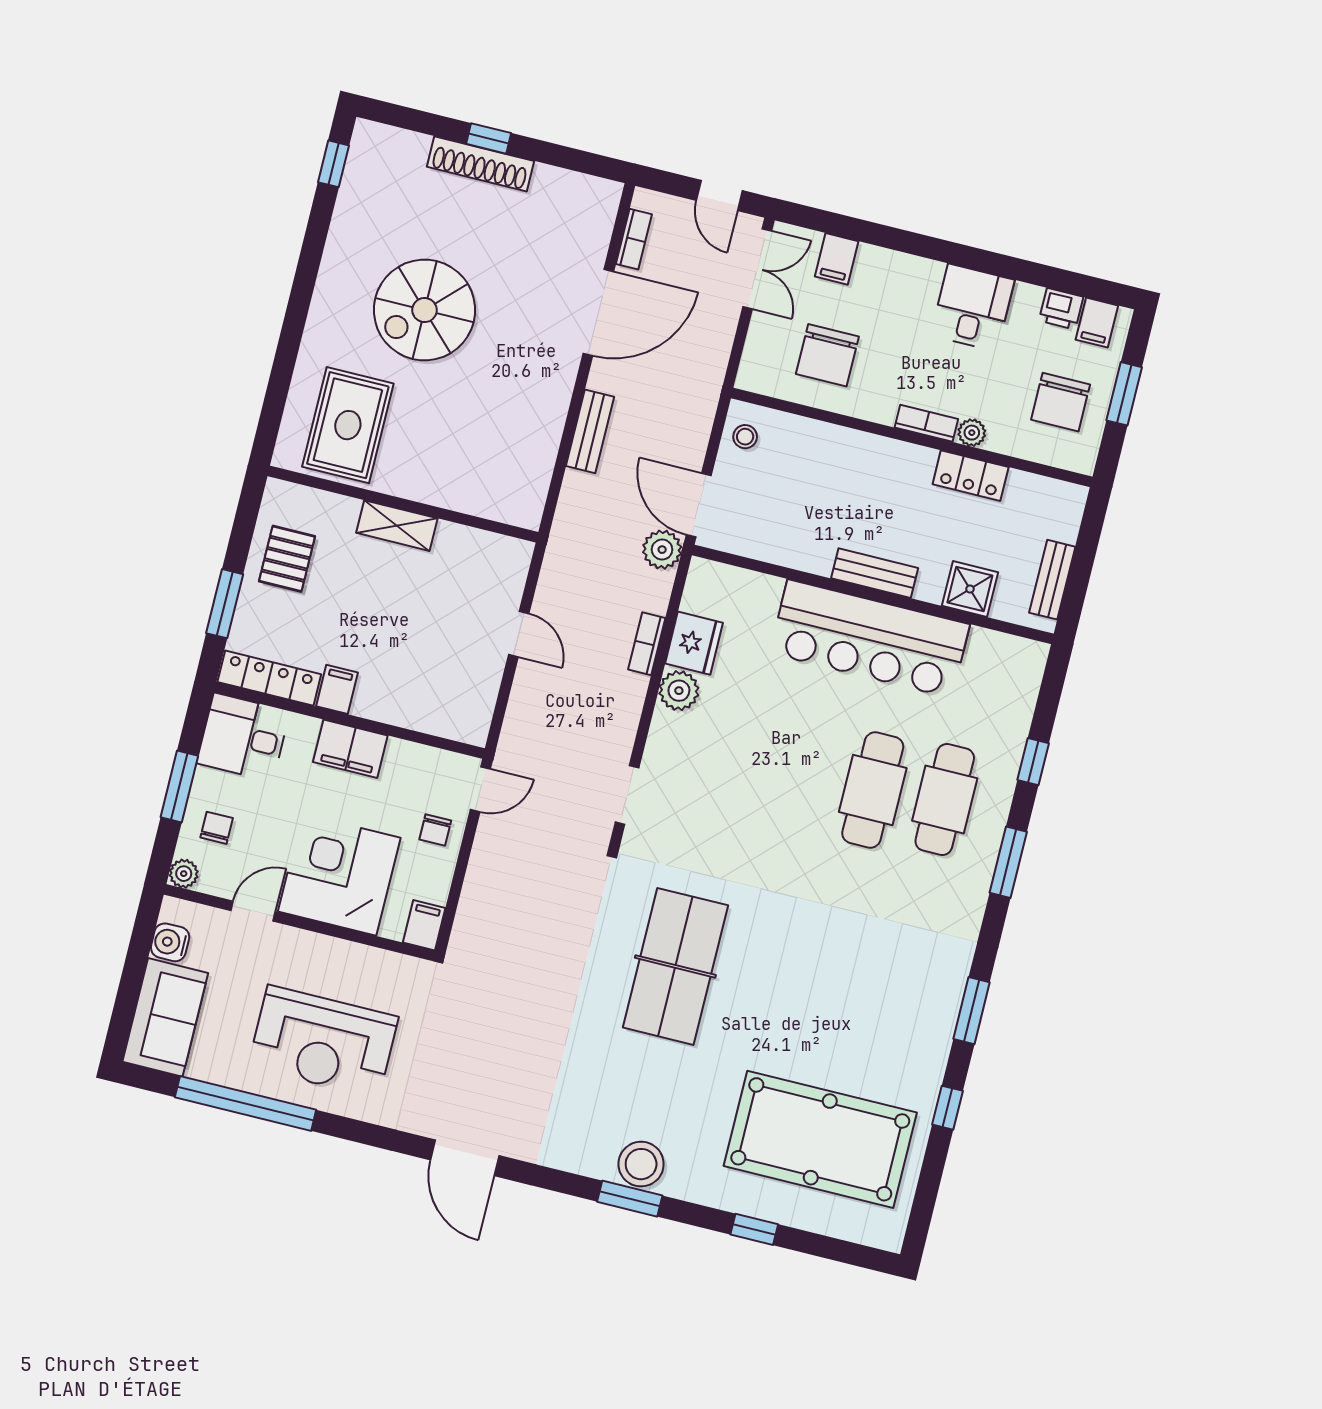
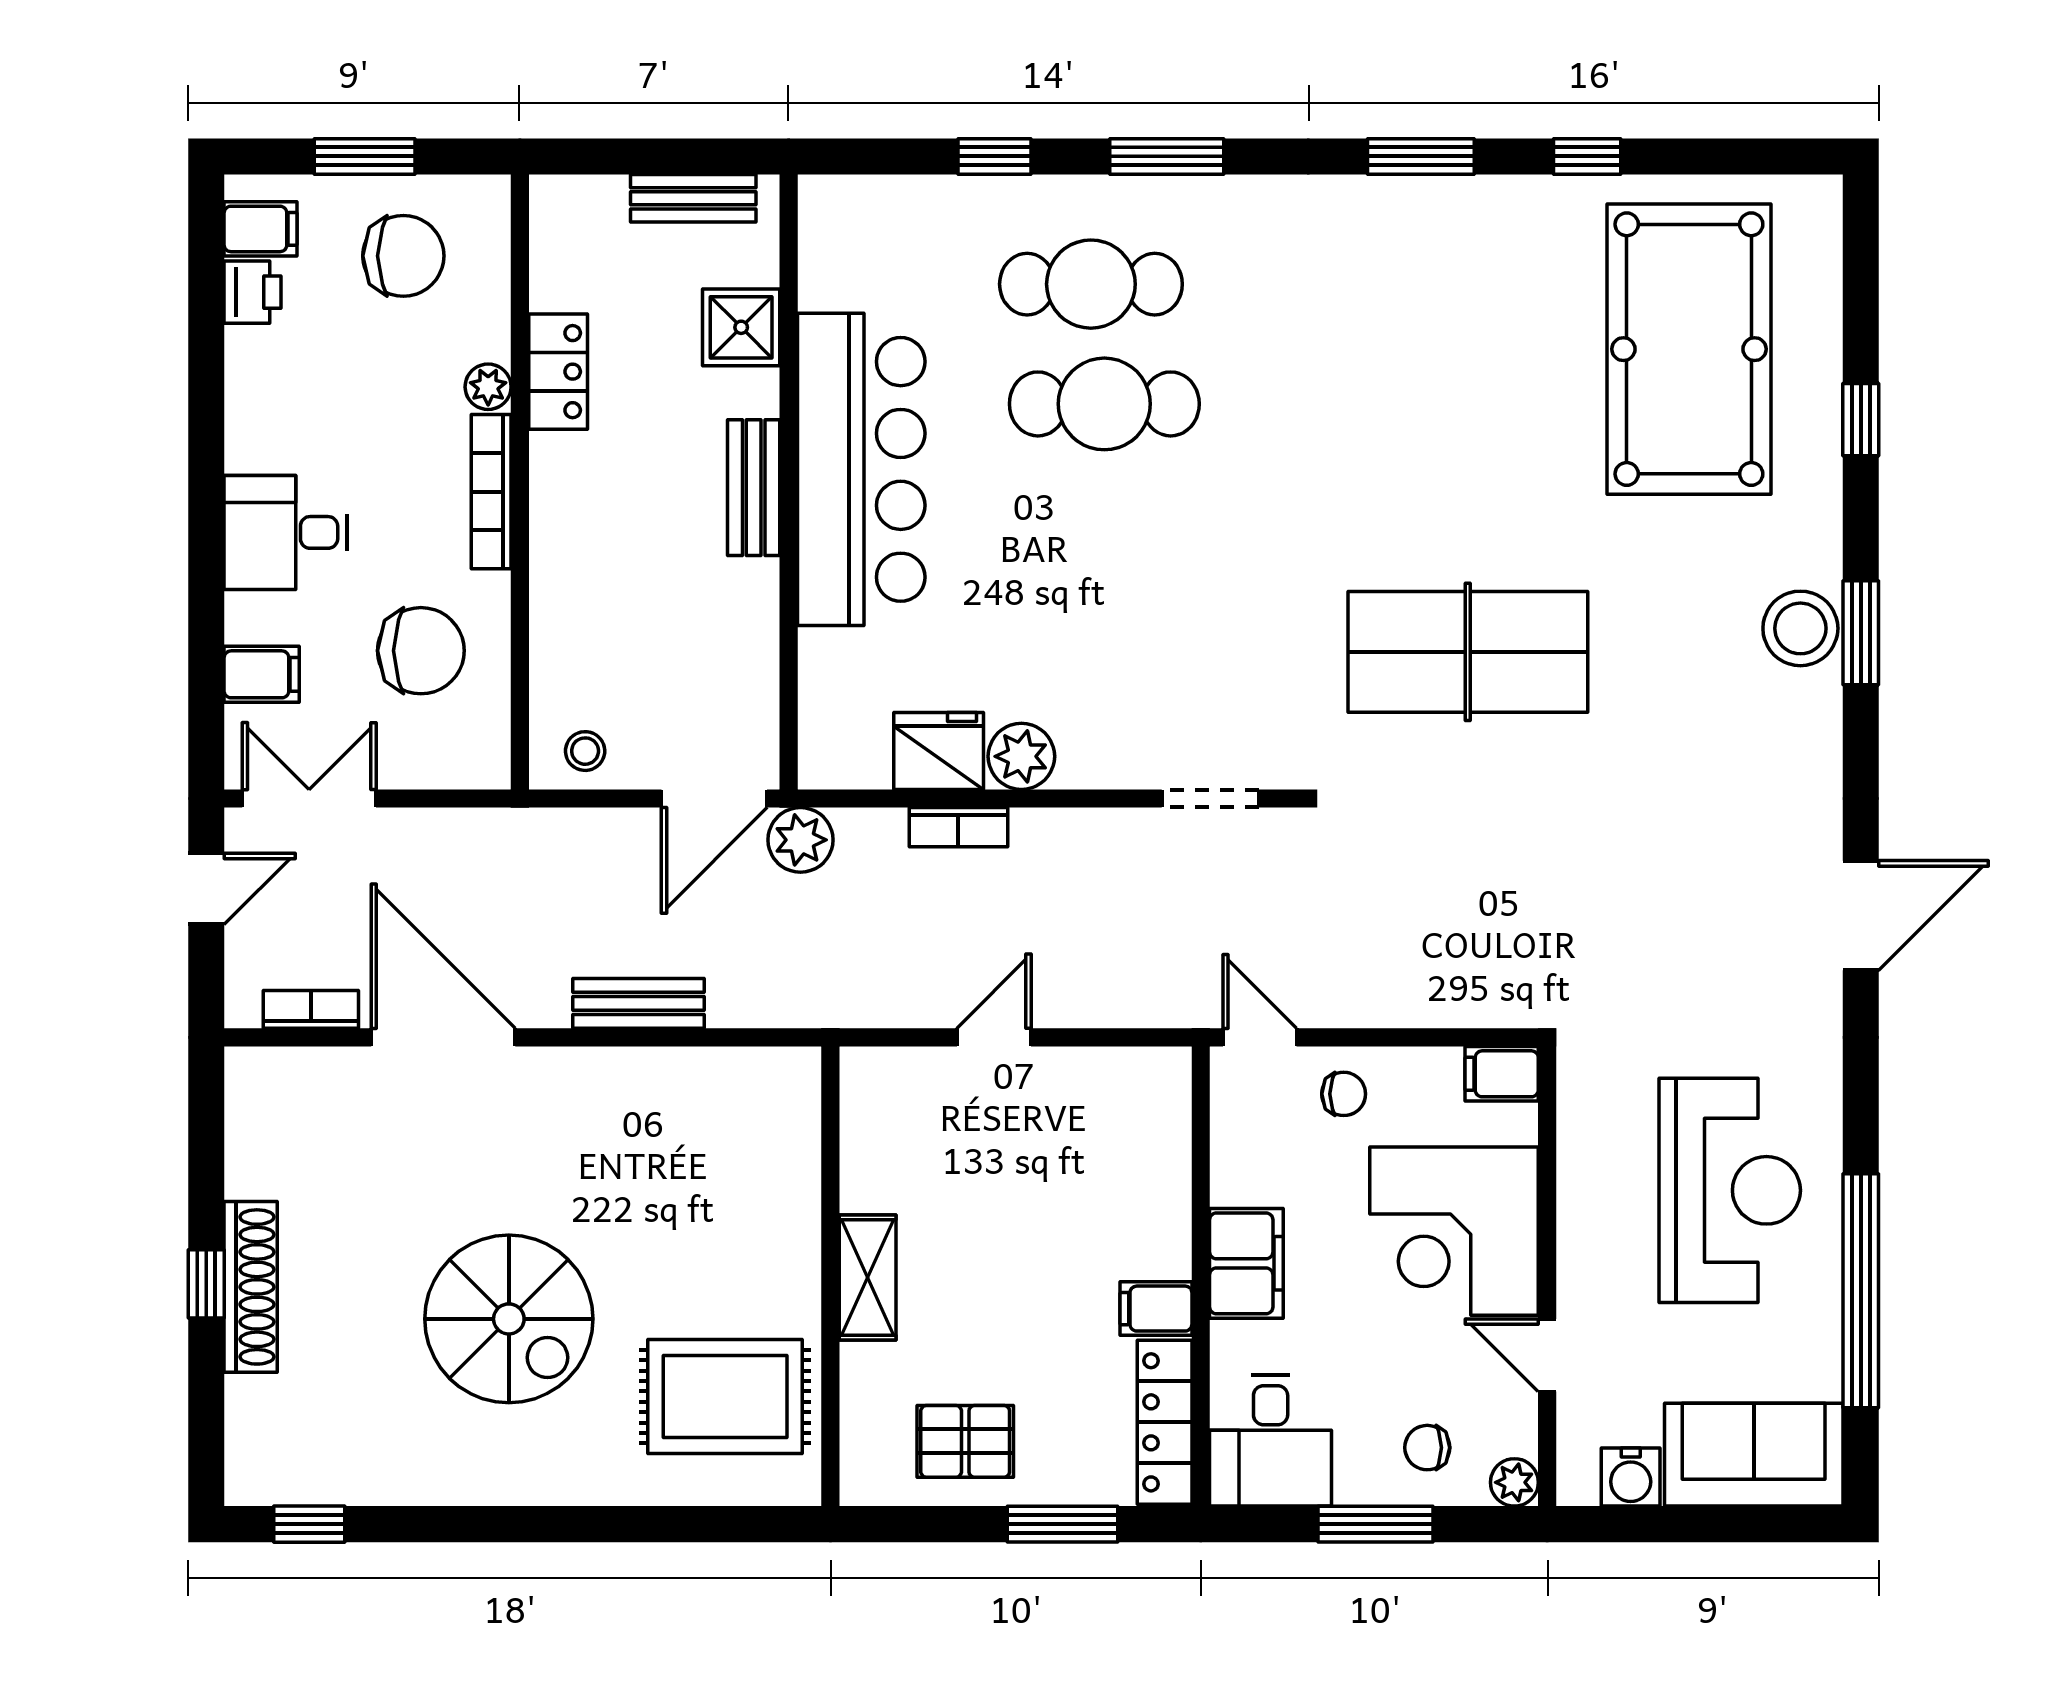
desk: (973, 307) -> (286, 532), moved
bookcase: (926, 423) -> (491, 492), width x1.56

